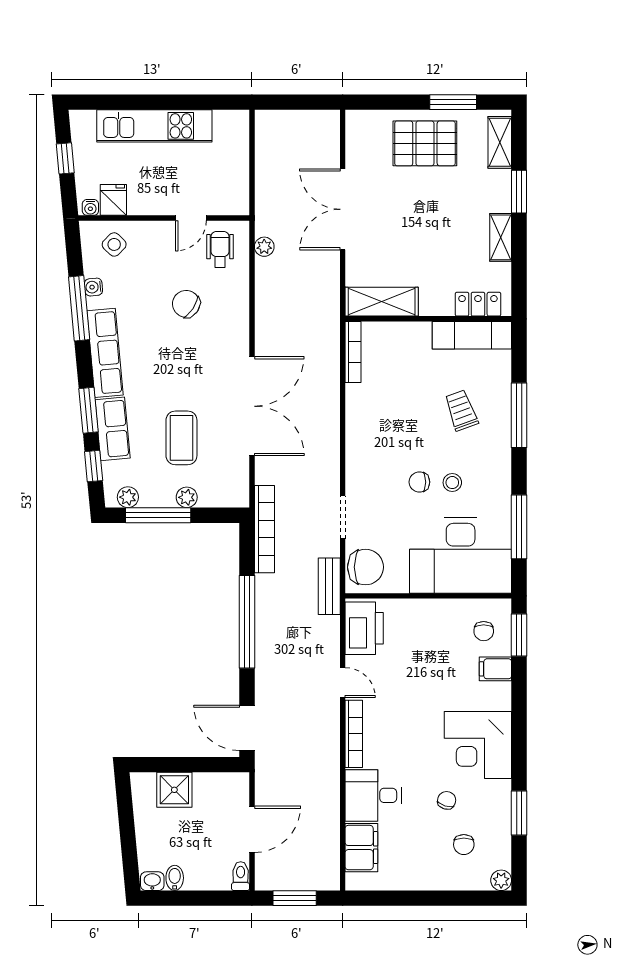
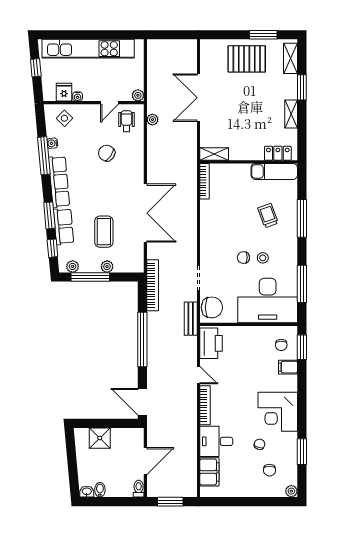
kitchen unit: (154, 126) -> (88, 49), width x1.36
plant: (239, 205) -> (138, 95), added
water cooler: (90, 207) -> (78, 97), moved
shelving: (382, 302) -> (214, 154), width x0.67, depth x0.75

